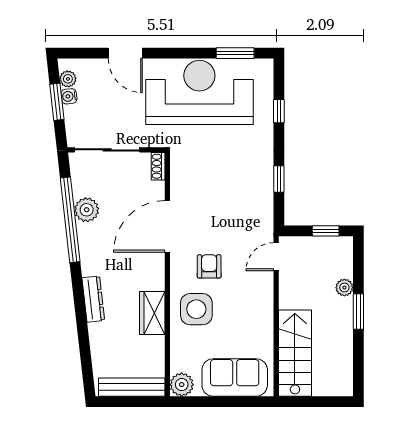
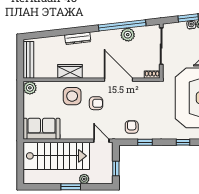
armchair: (252, 203) -> (132, 127), added
stairs: (295, 353) -> (56, 156), width x1.36, depth x1.51
sofa: (235, 378) -> (42, 129), moved, turned -90

